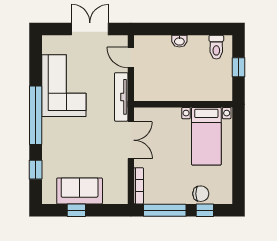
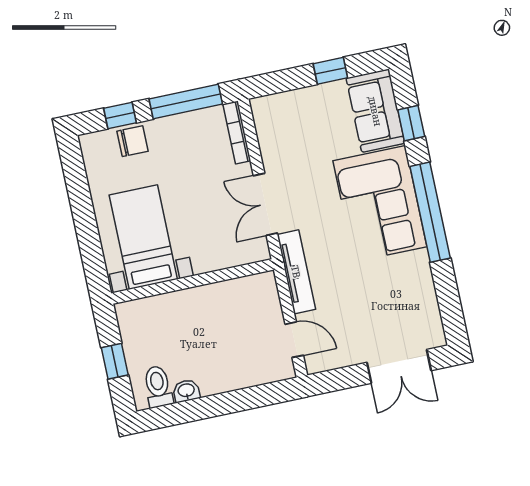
double door: (90, 29) -> (399, 366), moved
washbasin: (179, 41) -> (186, 391), moved
corner sofa: (64, 86) -> (380, 204), moved
sofa: (80, 191) -> (375, 111), moved, turned 90
chair: (201, 194) -> (132, 141), turned 180

